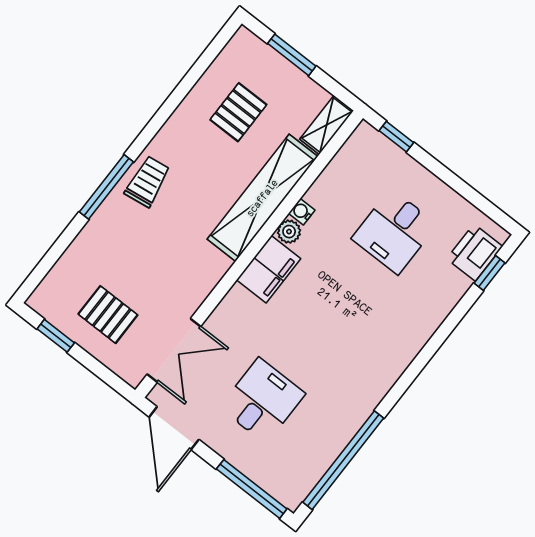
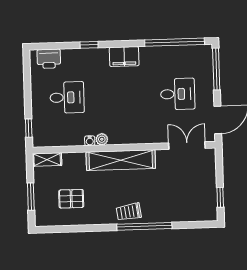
window: (106, 187) -> (144, 226), width x1.46
shelving: (262, 198) -> (121, 160), moved
filing cabinet: (269, 269) -> (124, 57), moved, turned 180
window: (489, 273) -> (89, 45), moved
pallet: (108, 315) -> (195, 184), removed
desk: (262, 401) -> (178, 94), turned 180

